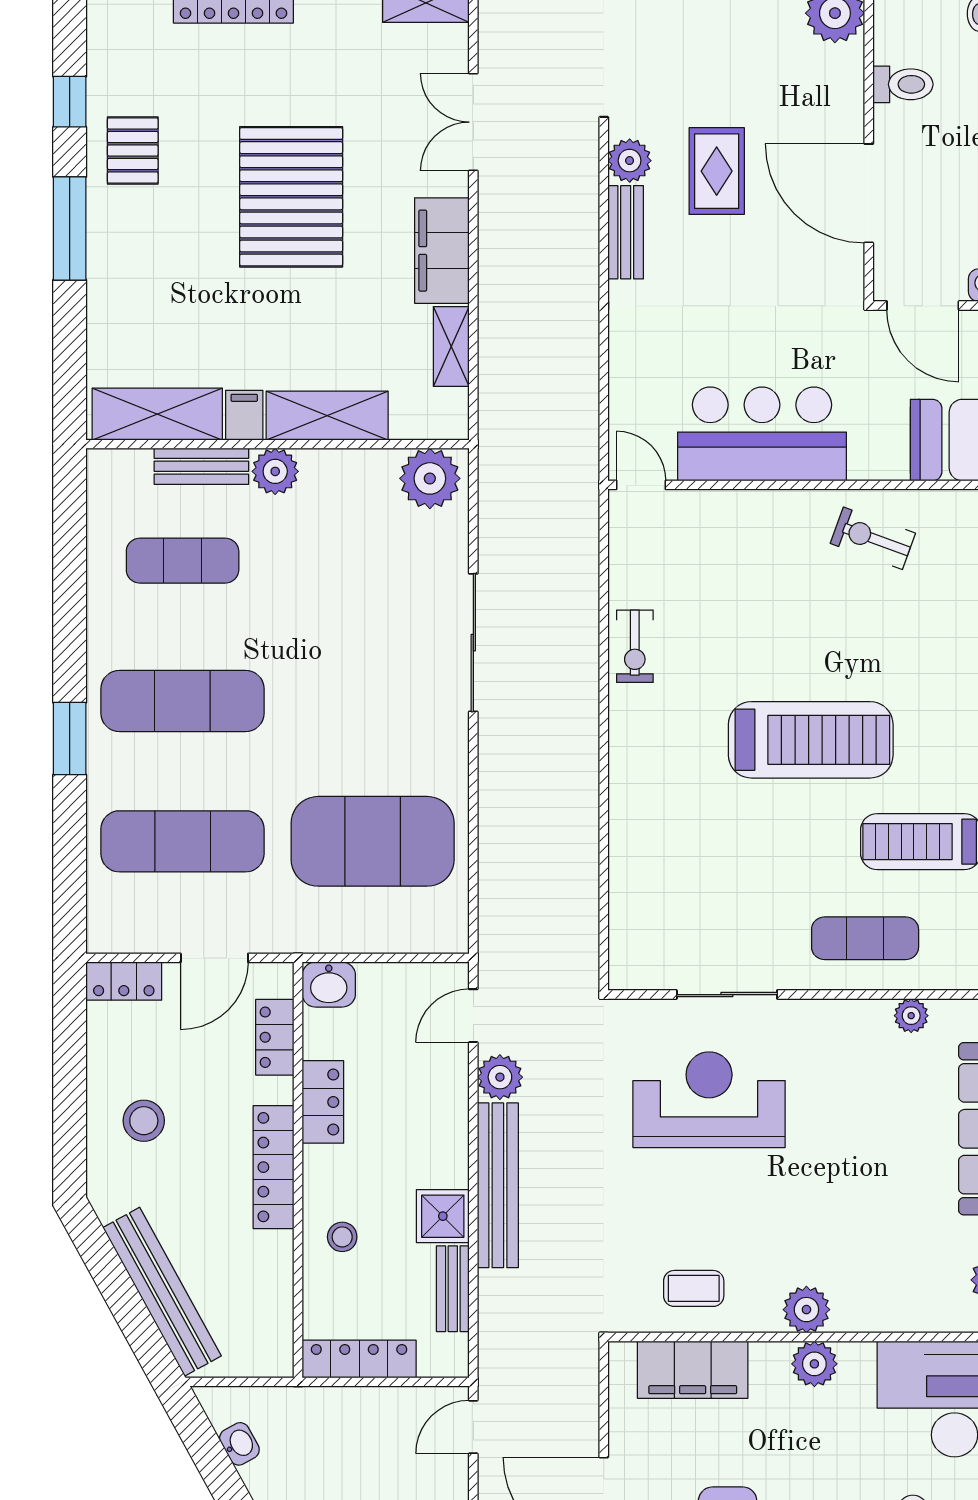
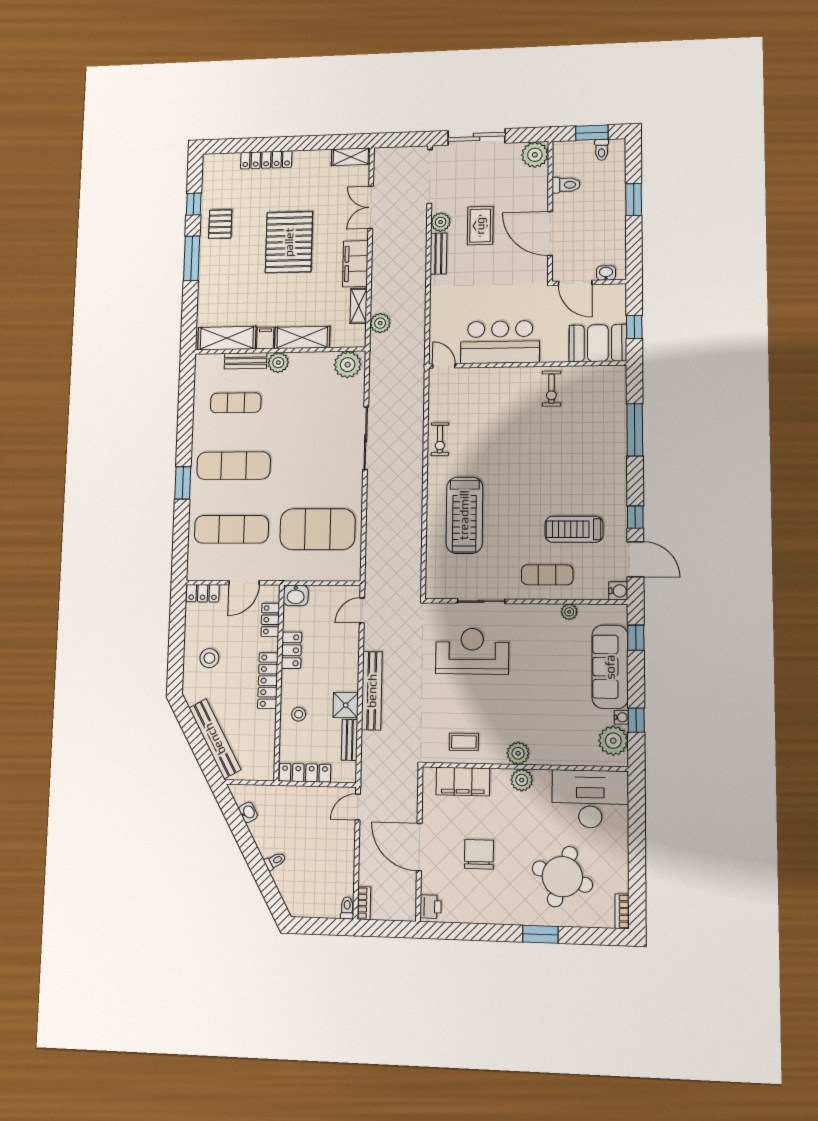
exercise bike: (873, 538) -> (551, 389), turned -110
treadmill: (811, 740) -> (464, 515), moved, turned 90
plant: (500, 1077) -> (380, 323), moved

